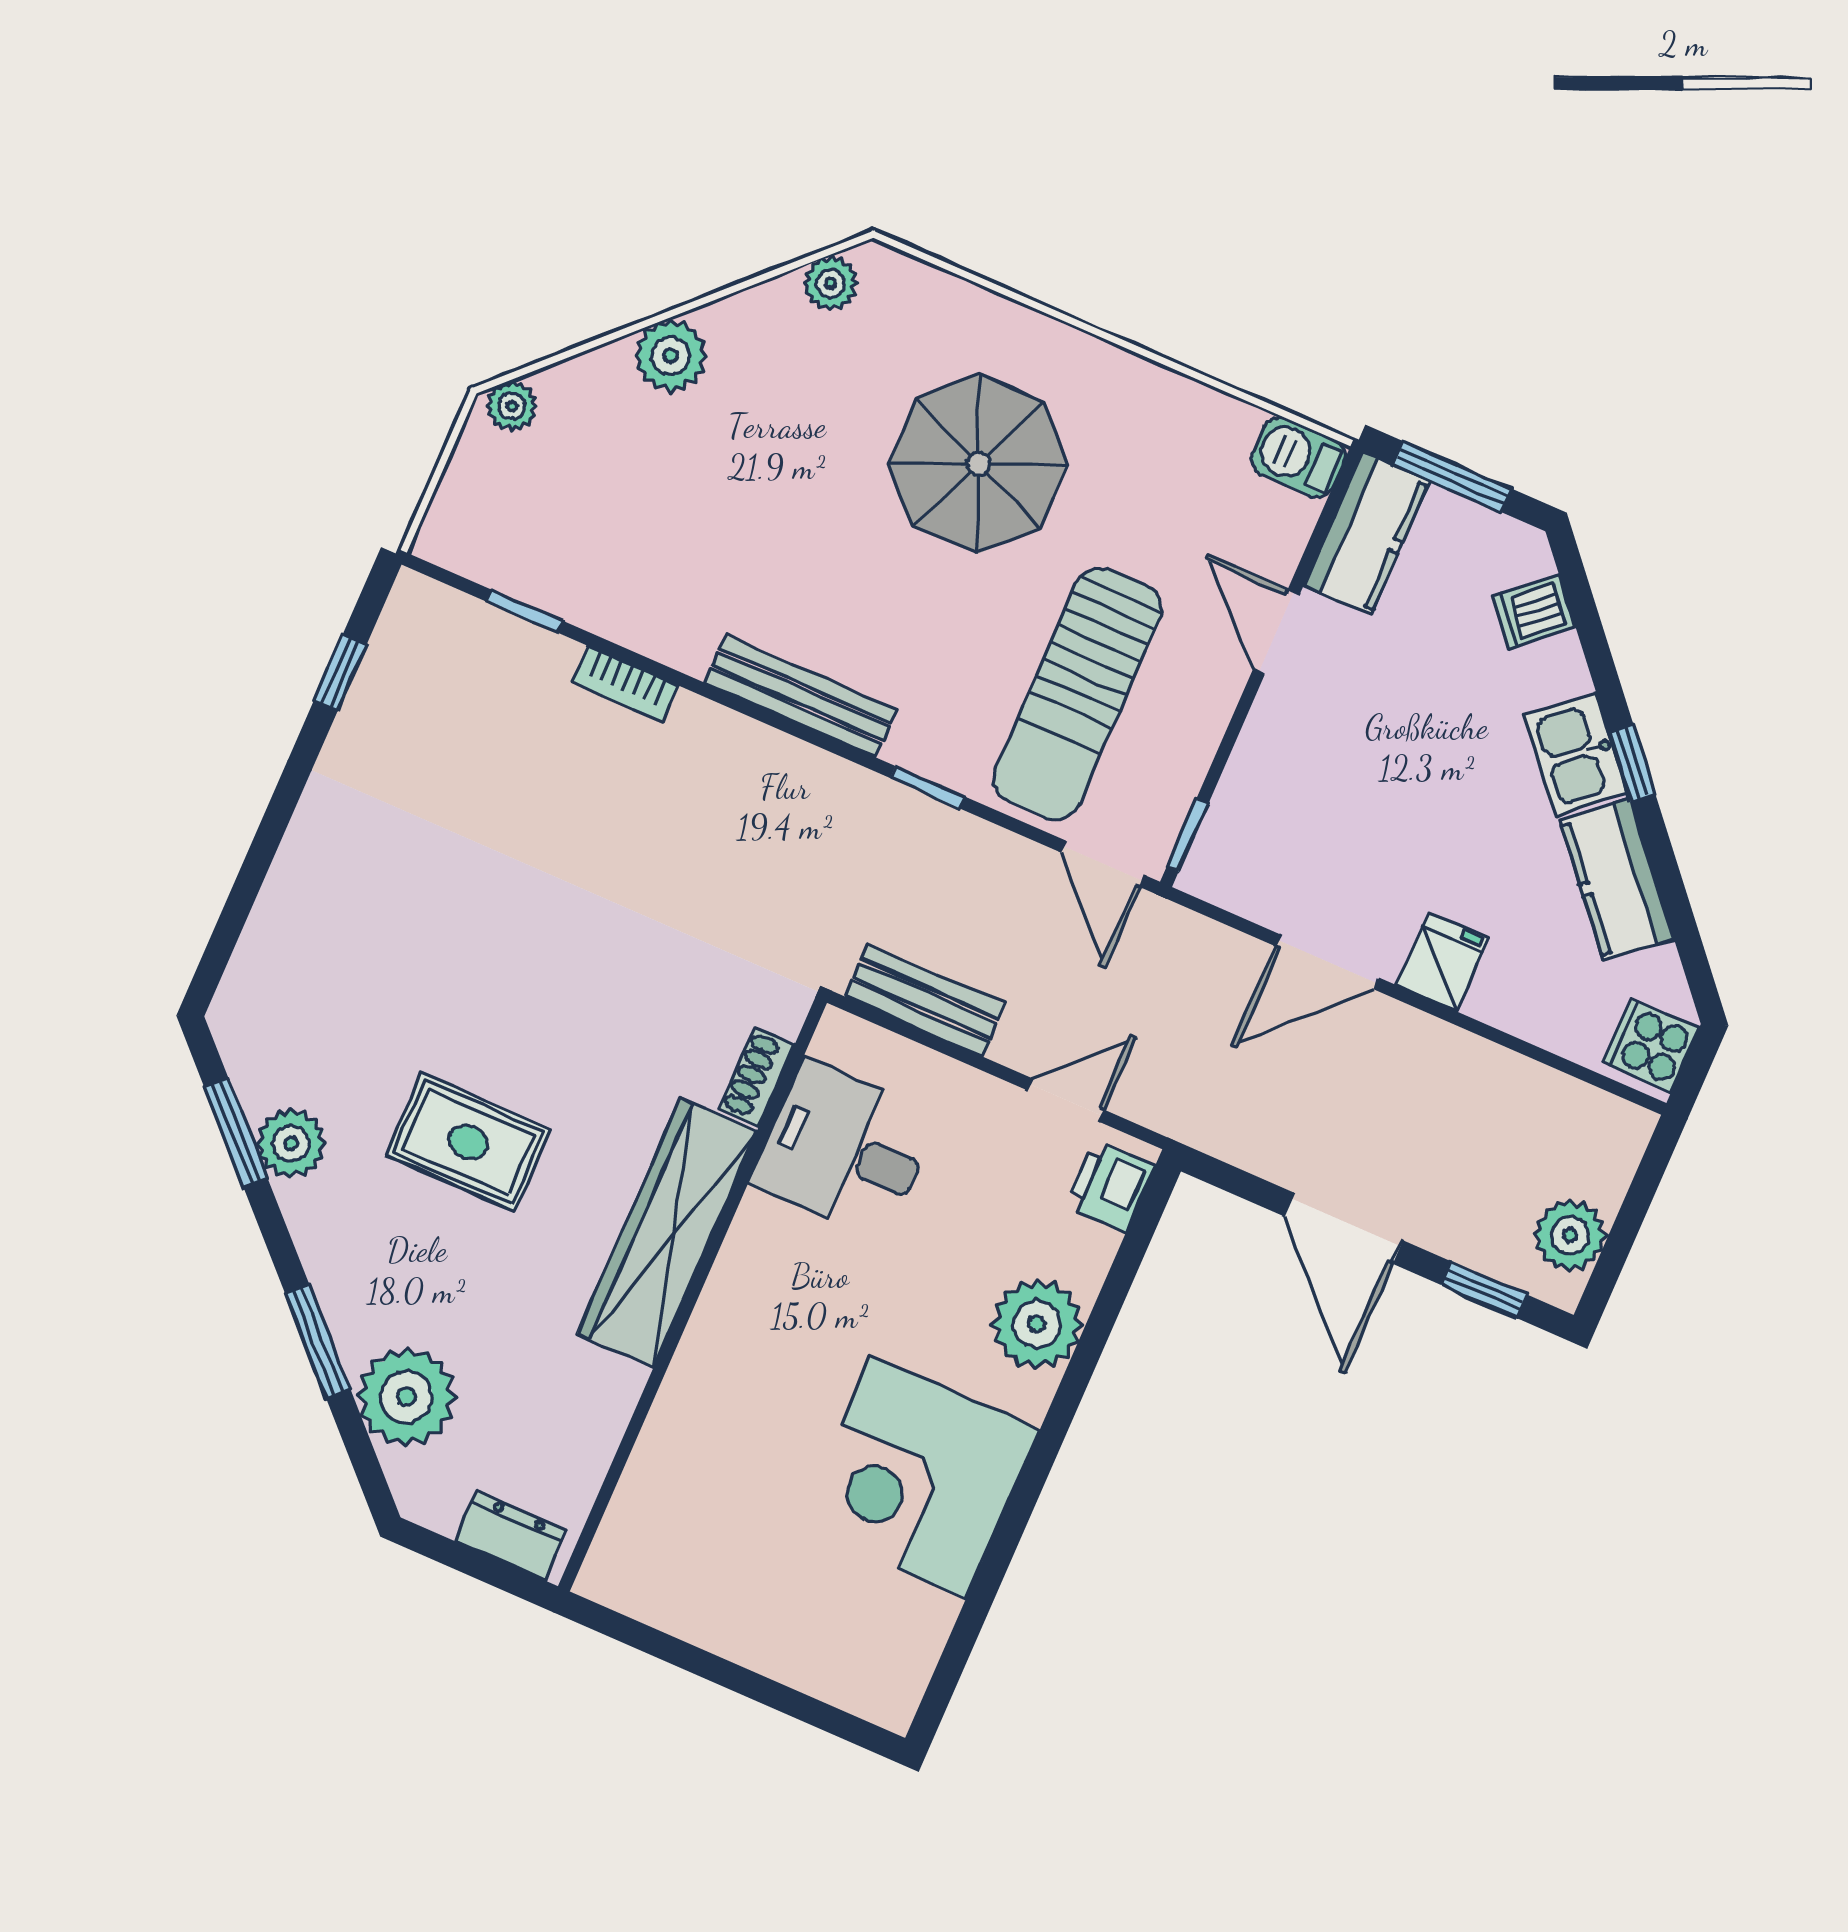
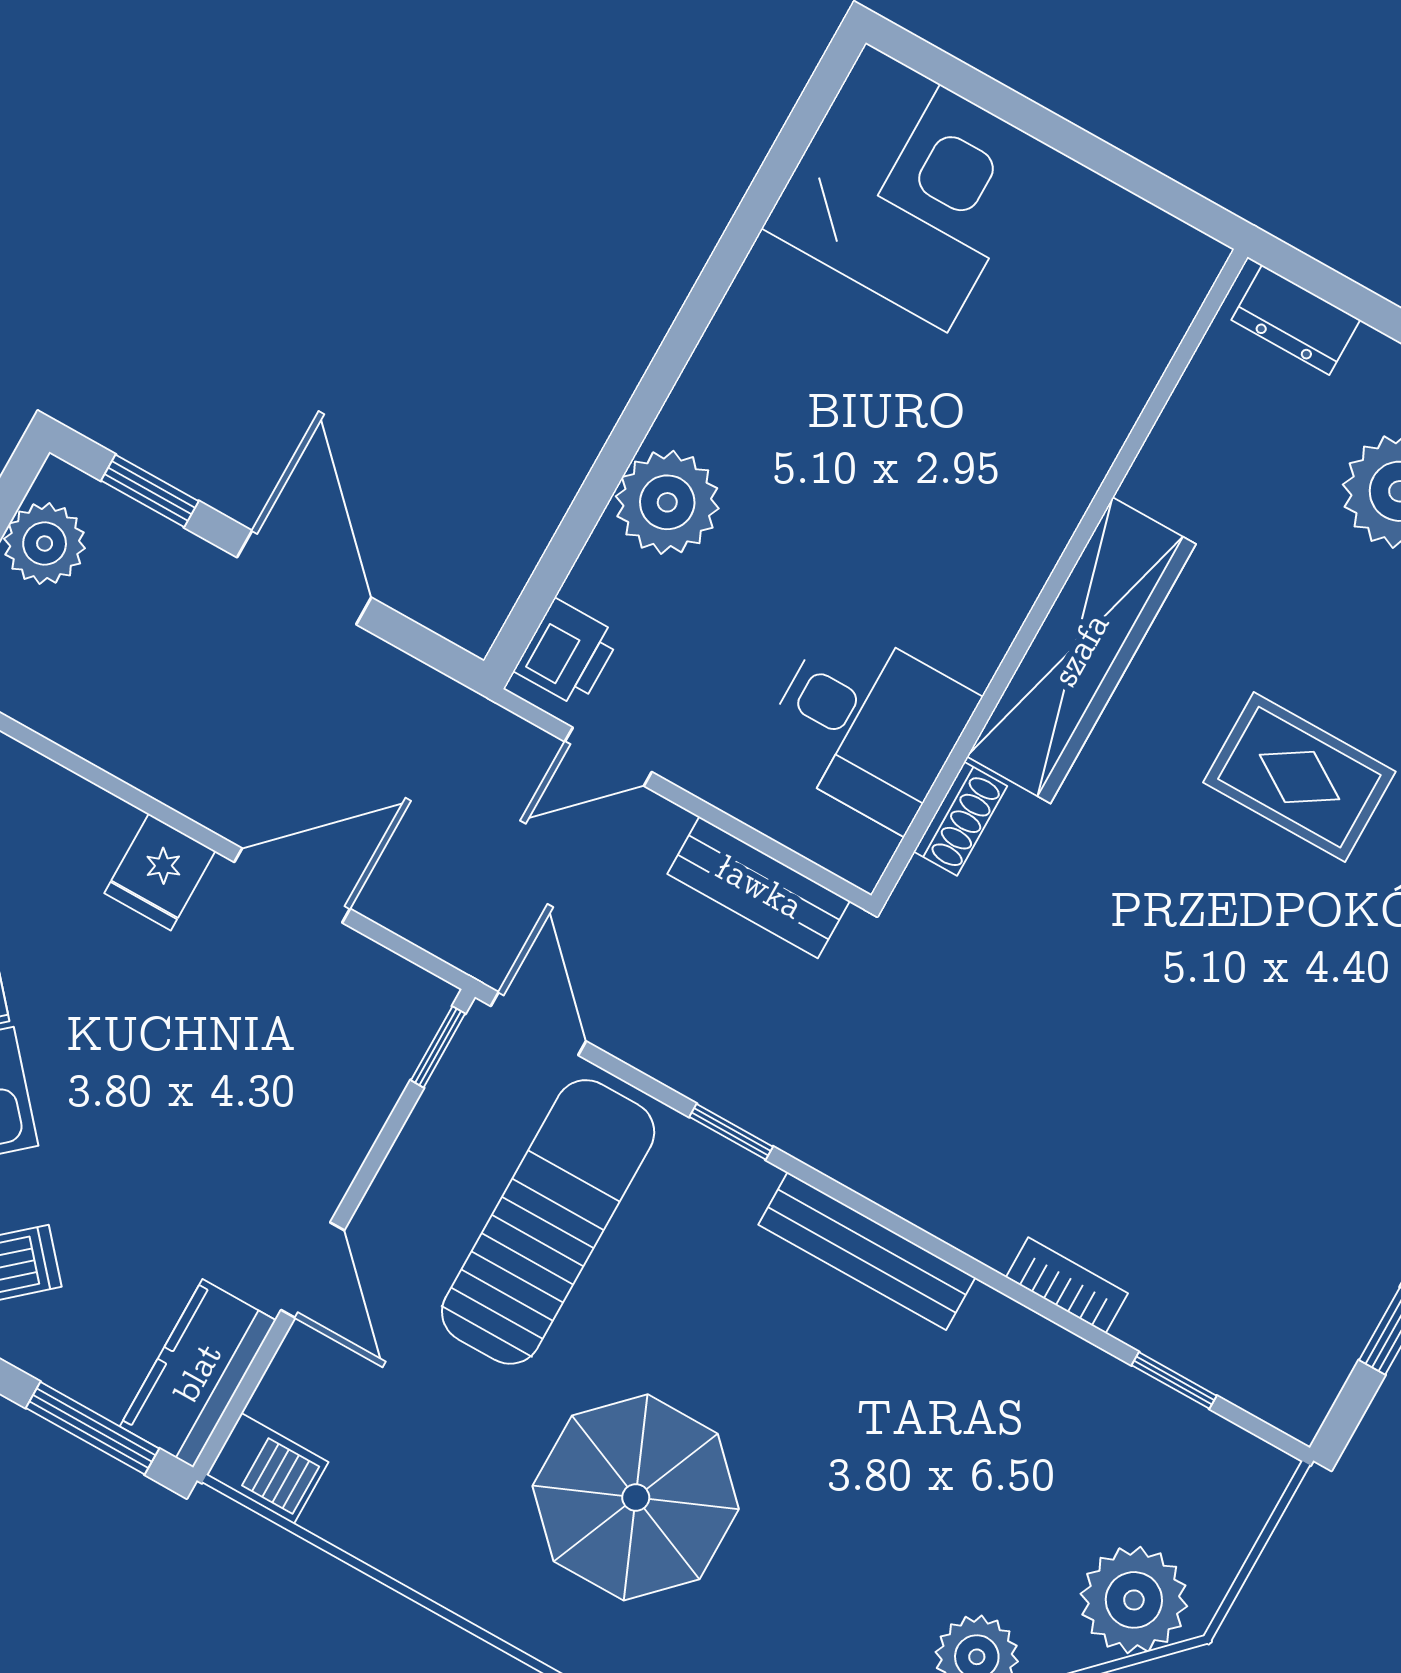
plant: (512, 406) -> (1134, 1600), width x1.88, depth x1.88
corner desk: (918, 1477) -> (907, 188), moved

